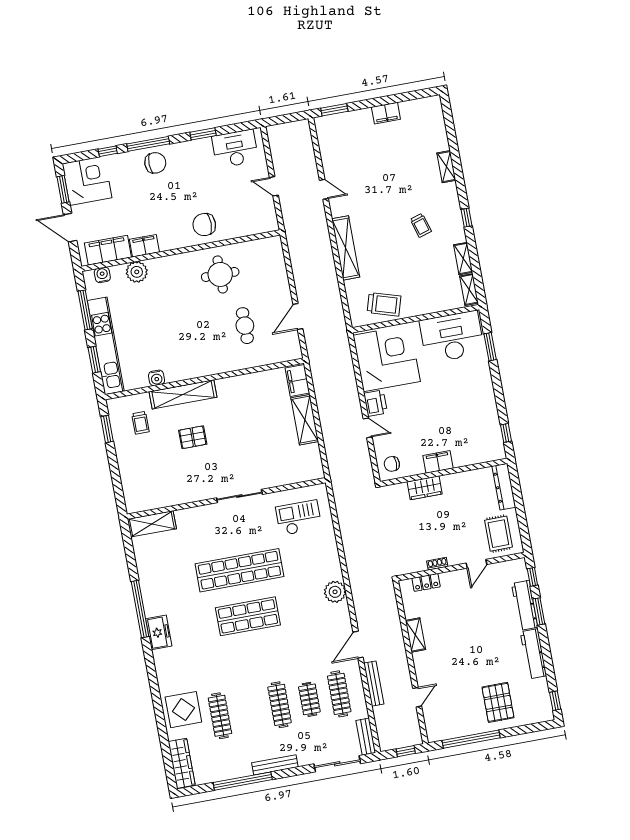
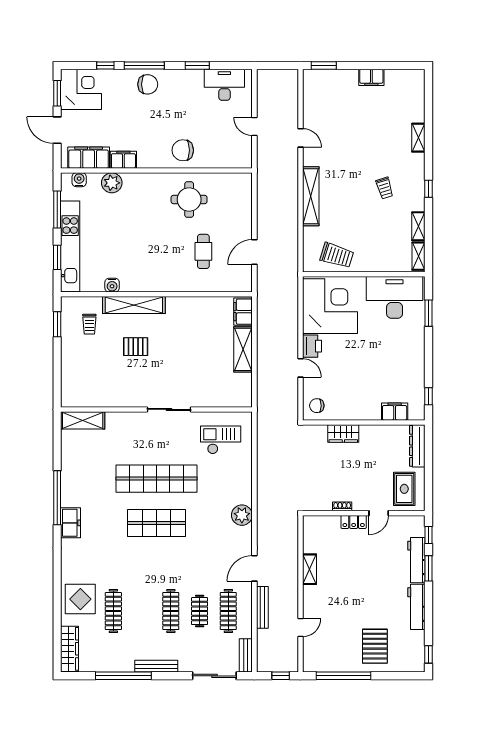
filing cabinet: (438, 462) -> (395, 412), moved
locker: (426, 582) -> (354, 522), moved

